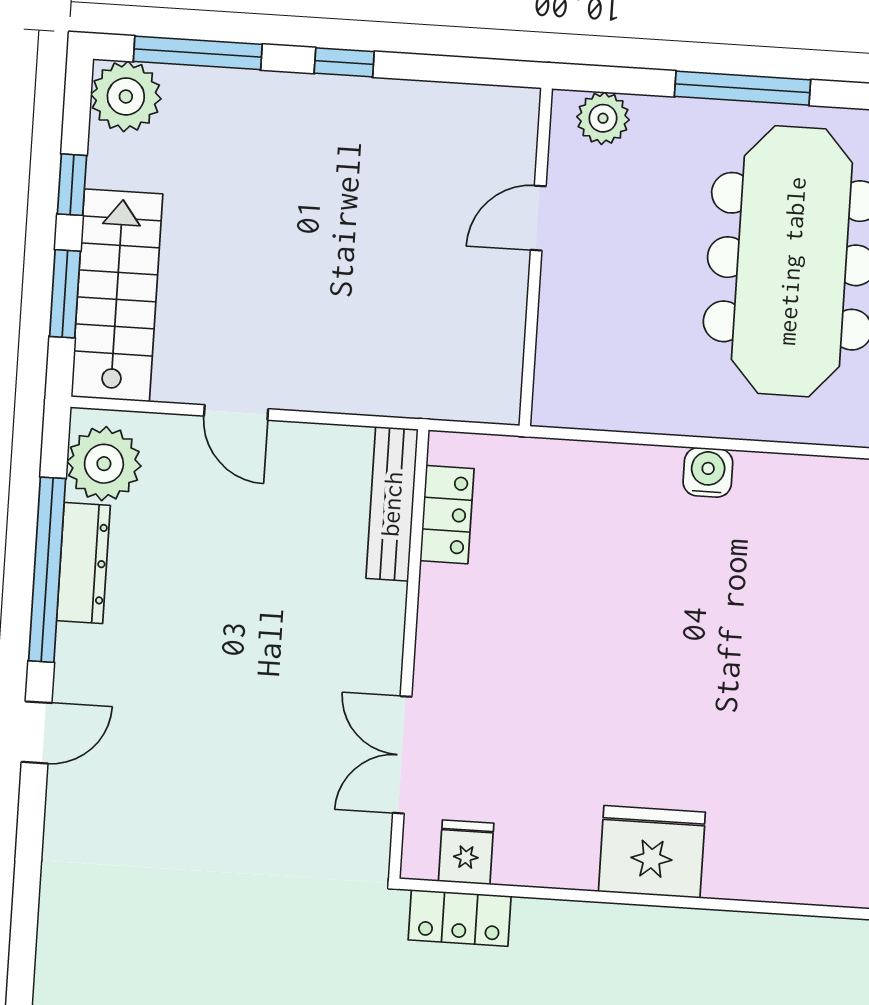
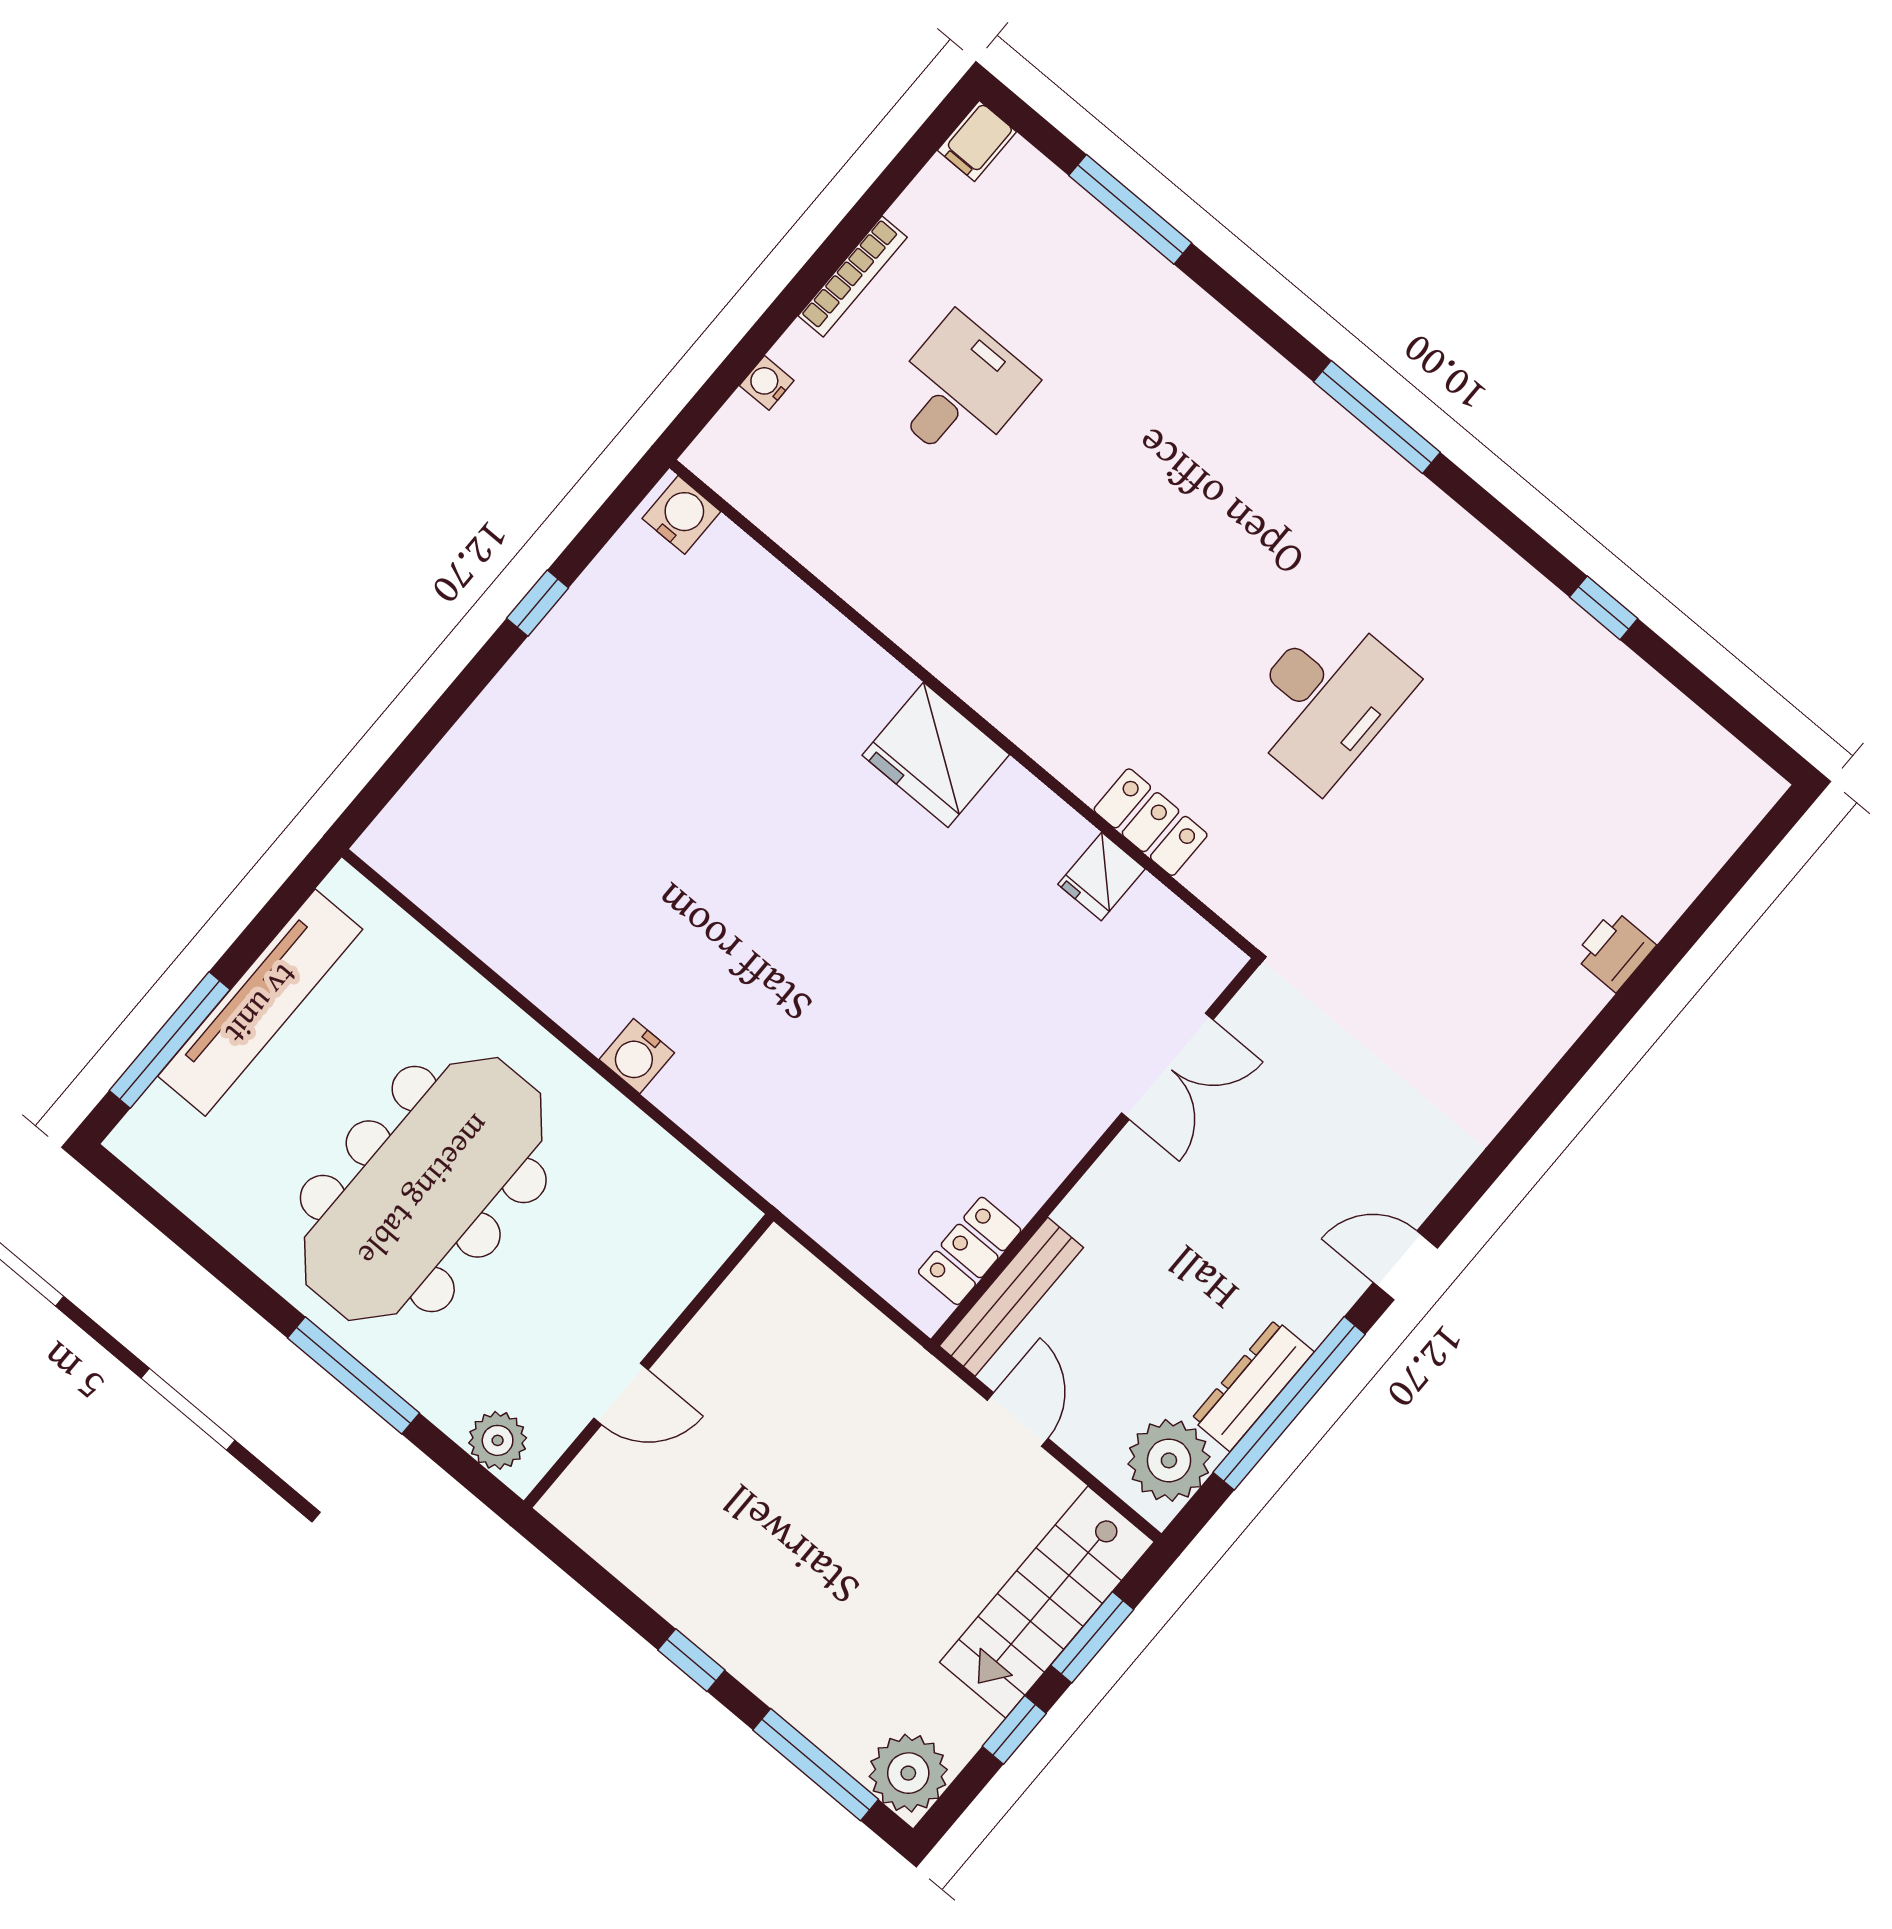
bench: (392, 504) -> (1011, 1297), moved
locker: (447, 515) -> (970, 1251), moved
wall: (409, 654) -> (1095, 1152), moved
double door: (402, 755) -> (1167, 1066), moved

